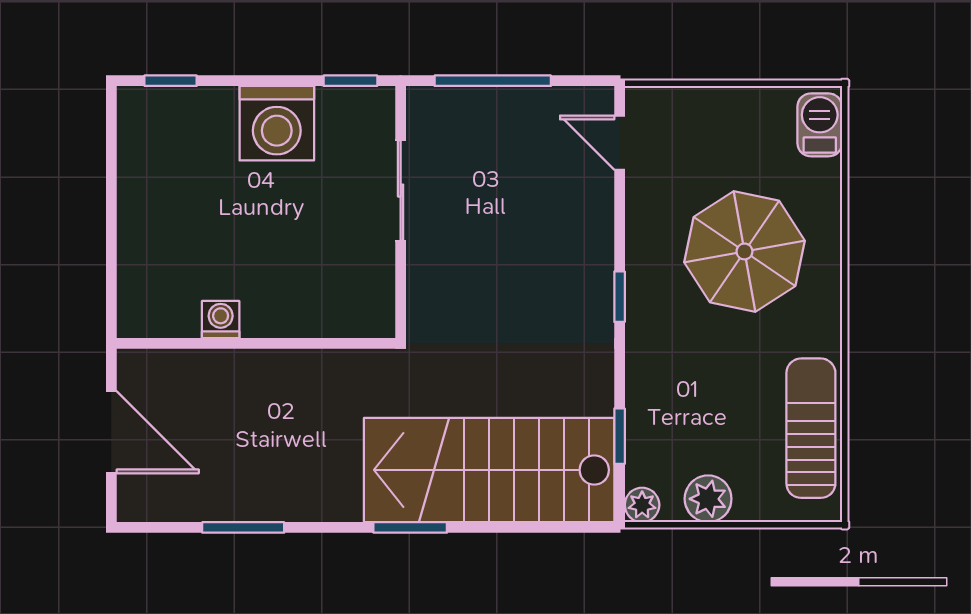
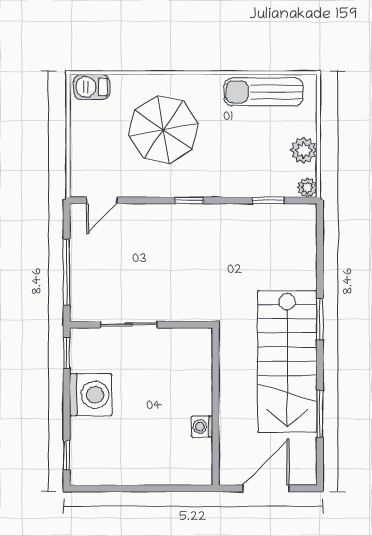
stairs: (489, 470) -> (287, 361), moved

